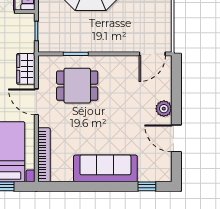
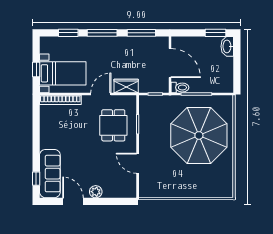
door: (152, 54) -> (138, 163), moved
door: (176, 138) -> (73, 201), hinge flipped
sofa: (105, 168) -> (50, 174), moved

